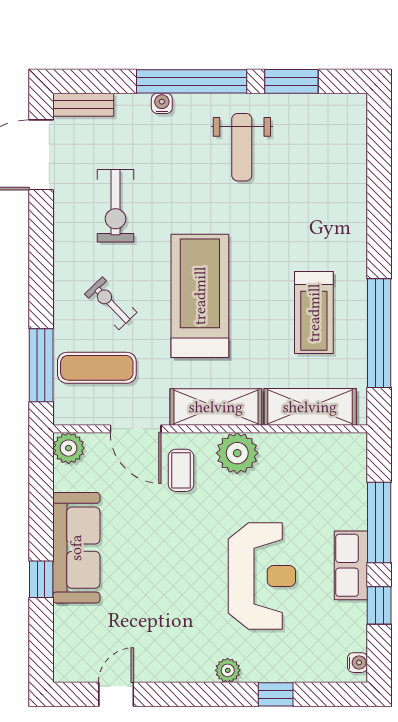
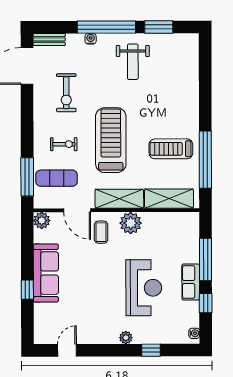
exercise bike: (111, 303) -> (64, 144), turned 134
treadmill: (314, 313) -> (171, 149), turned 90

